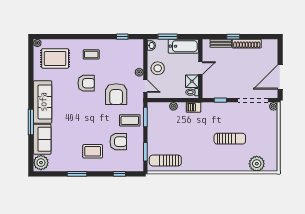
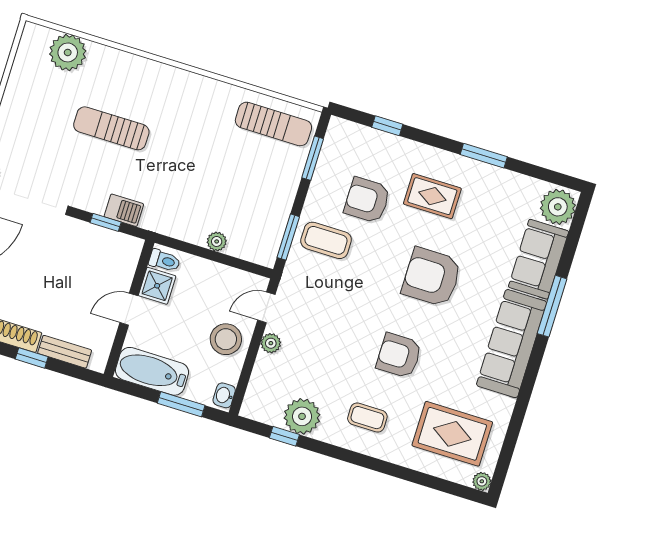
plant: (118, 47) -> (302, 416), added
door: (145, 86) -> (266, 307), hinge flipped
armchair: (116, 94) -> (432, 277), moved, turned -90
barbecue: (193, 107) -> (124, 210), moved

